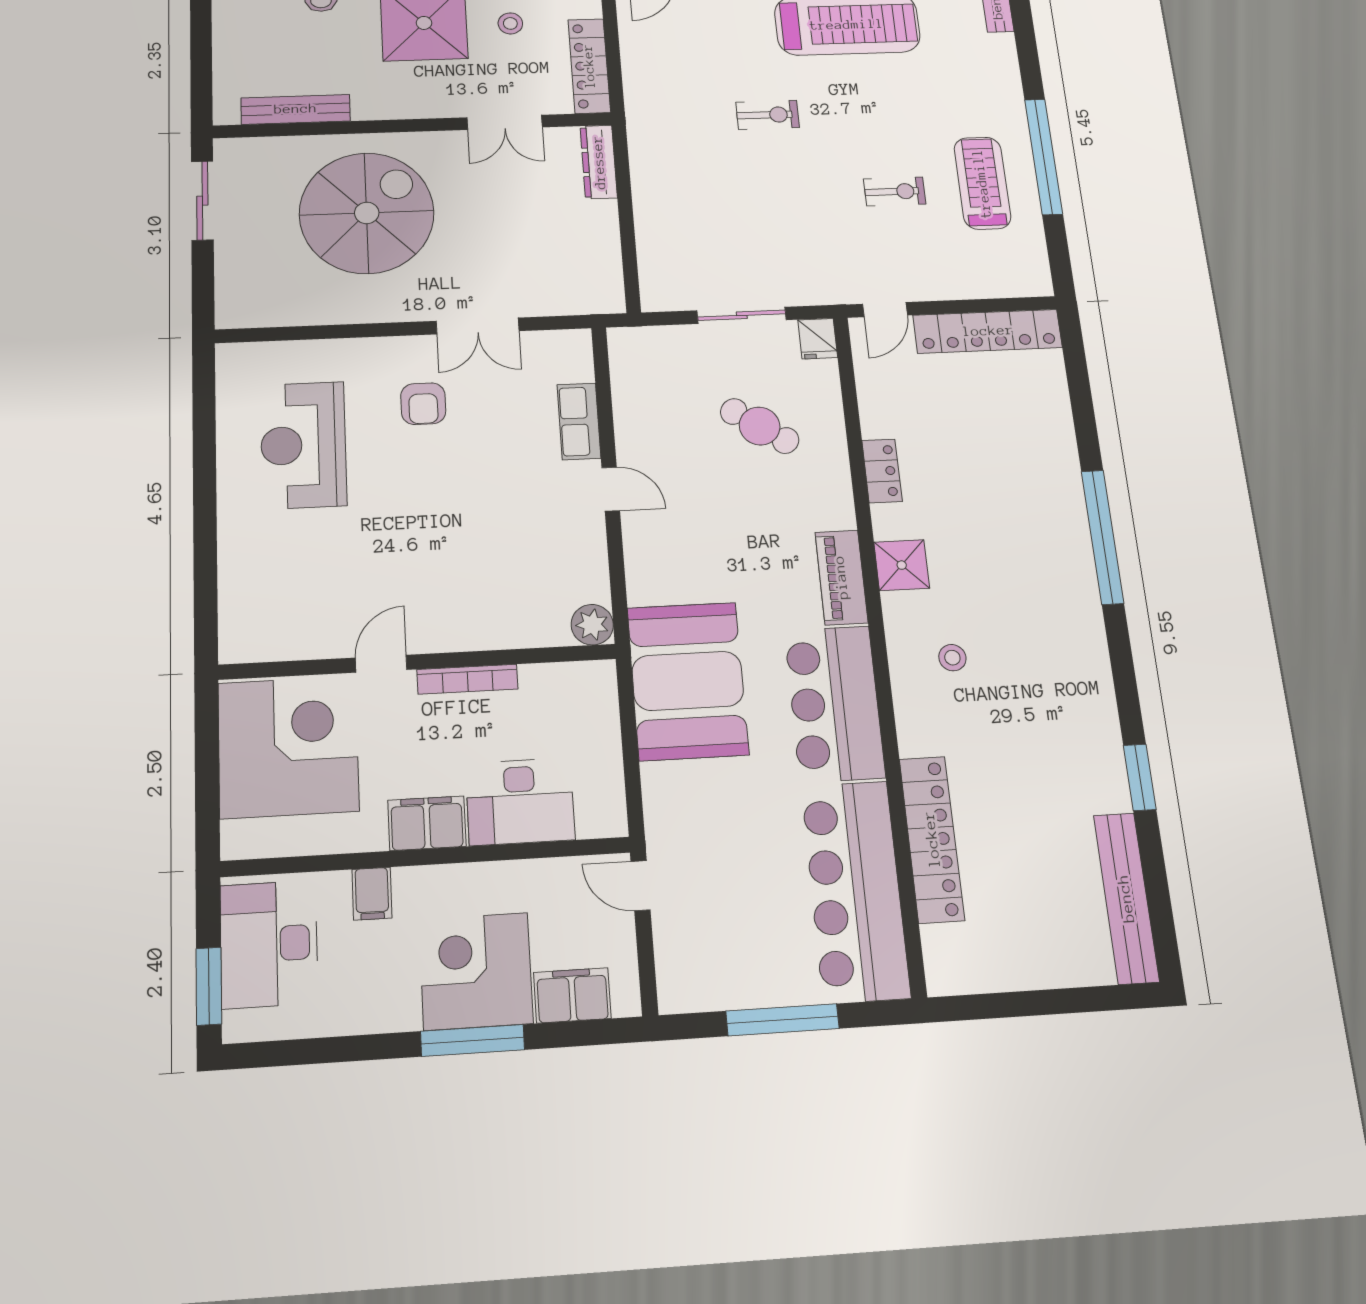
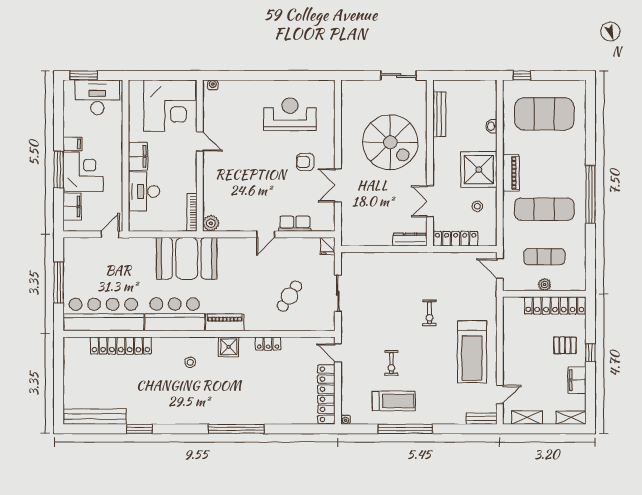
water cooler: (1042, 286) -> (346, 420), added
fridge: (818, 339) -> (328, 246), moved, turned -90
water cooler: (231, 638) -> (213, 85), added
bookcase: (467, 679) -> (192, 212), moved
filing cabinet: (372, 894) -> (72, 144), moved, turned 180

